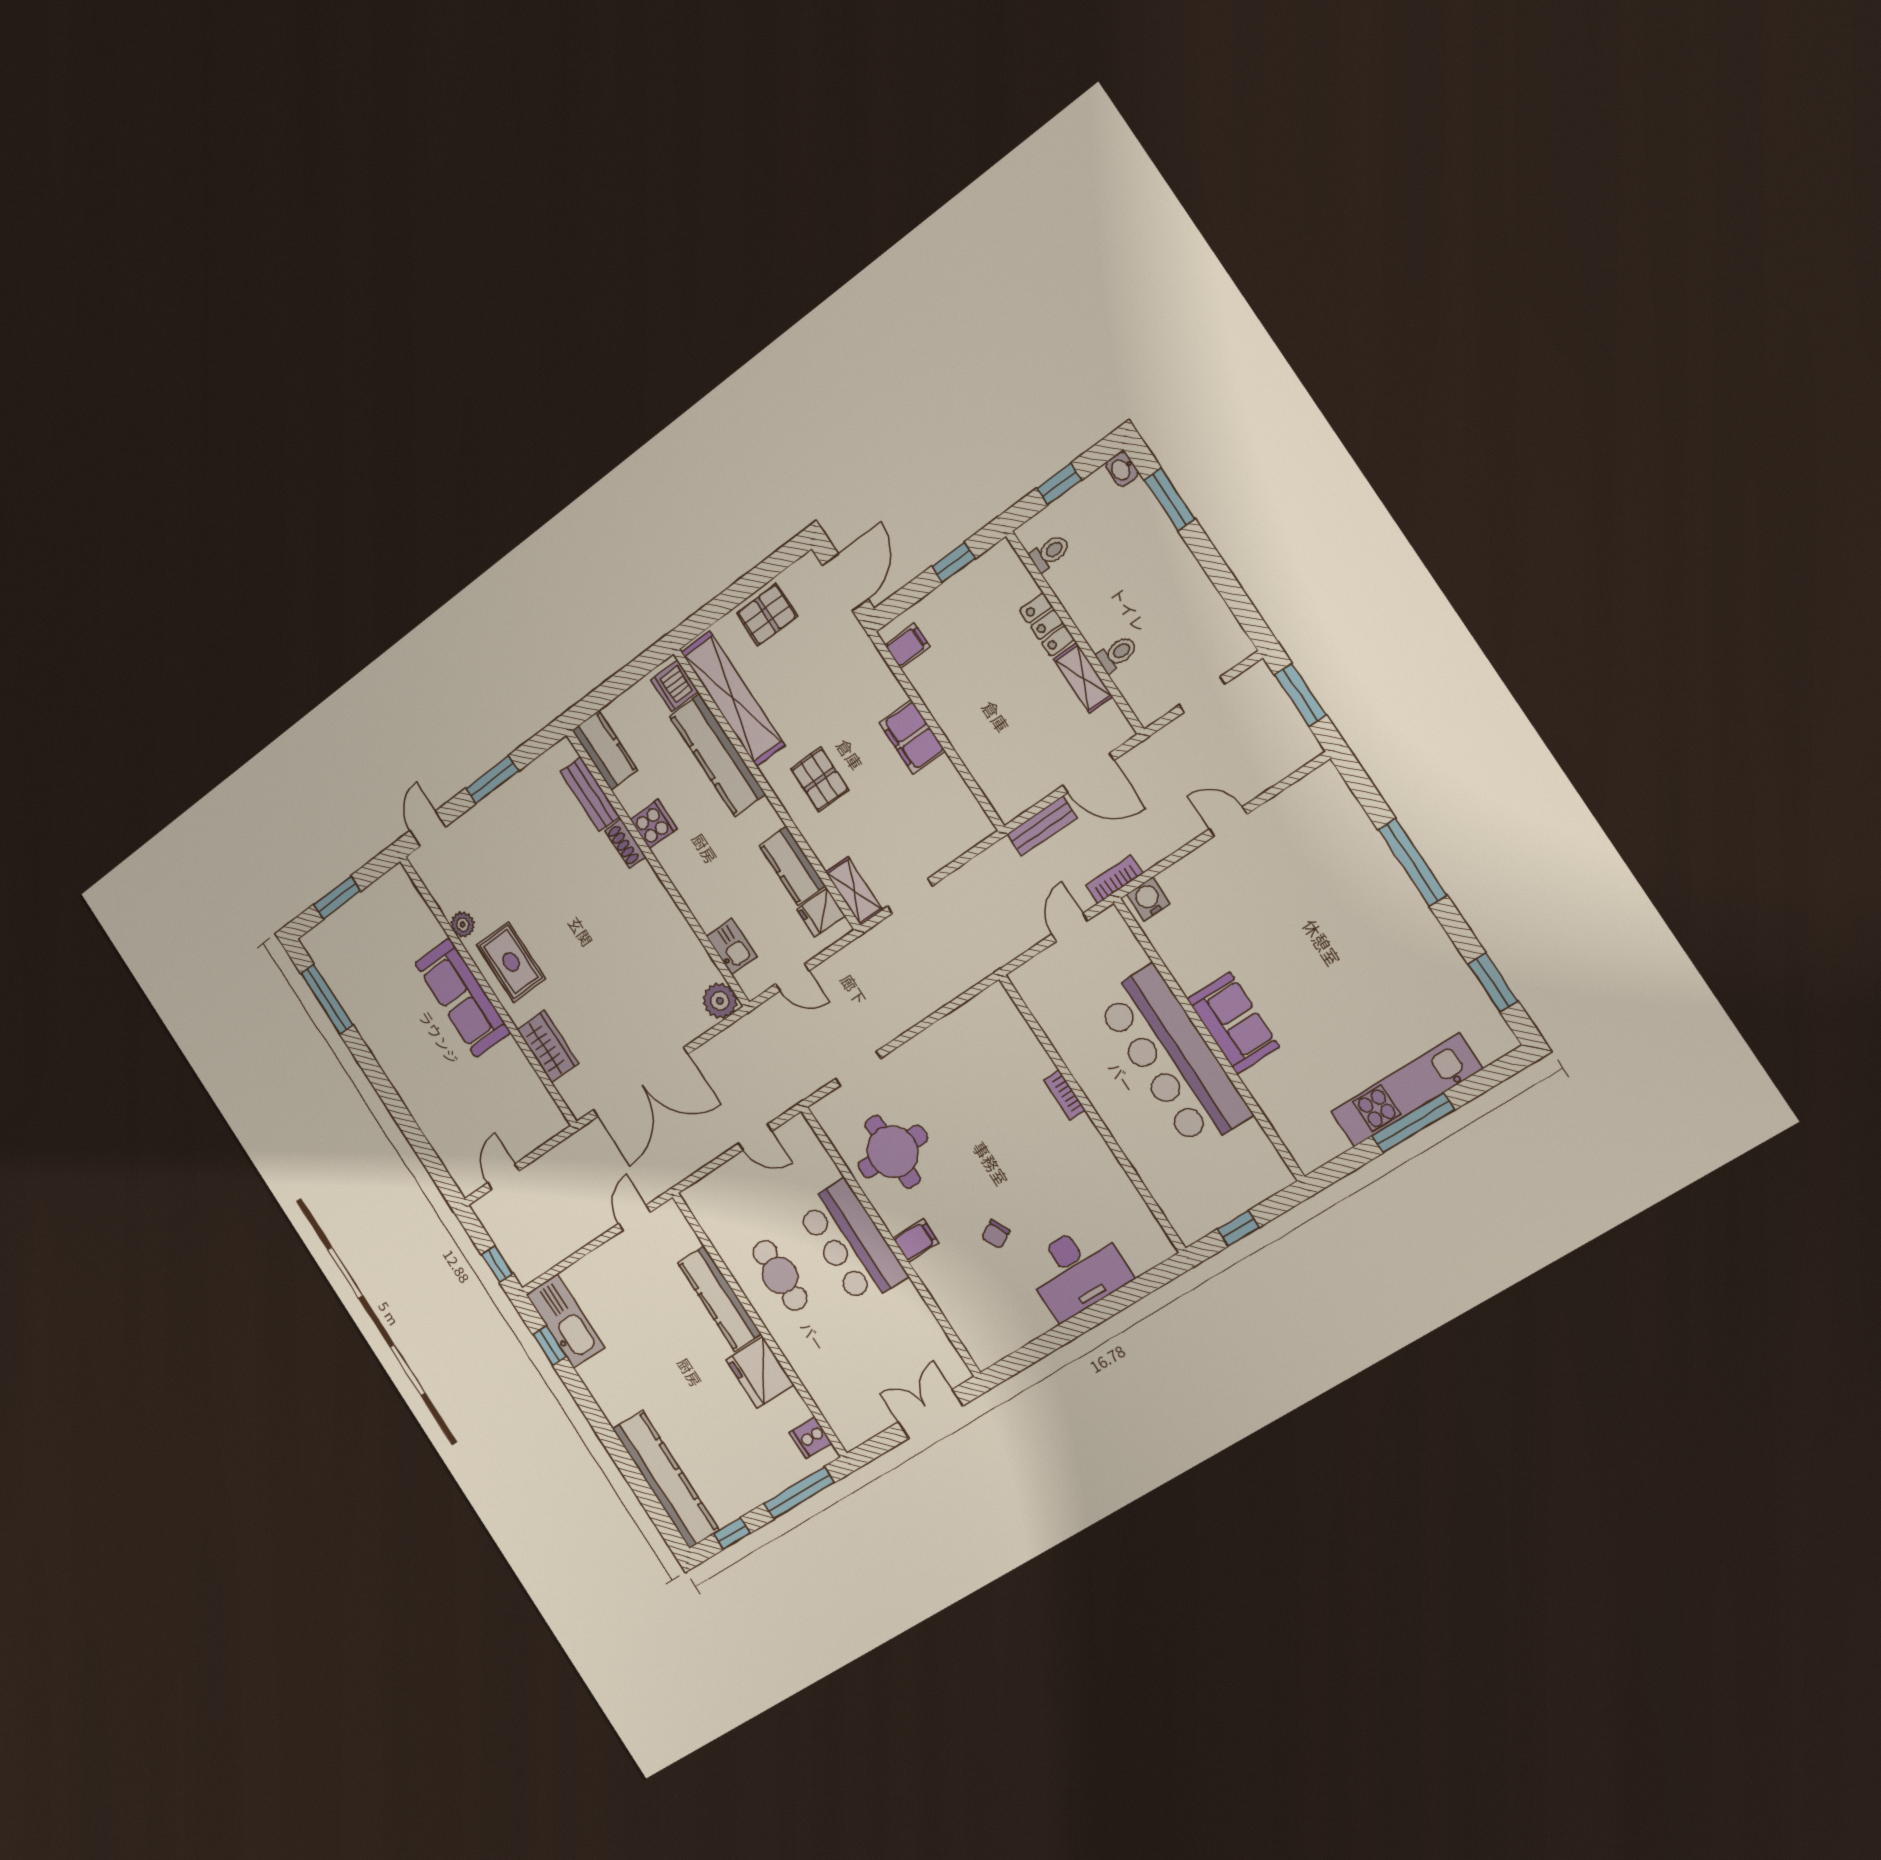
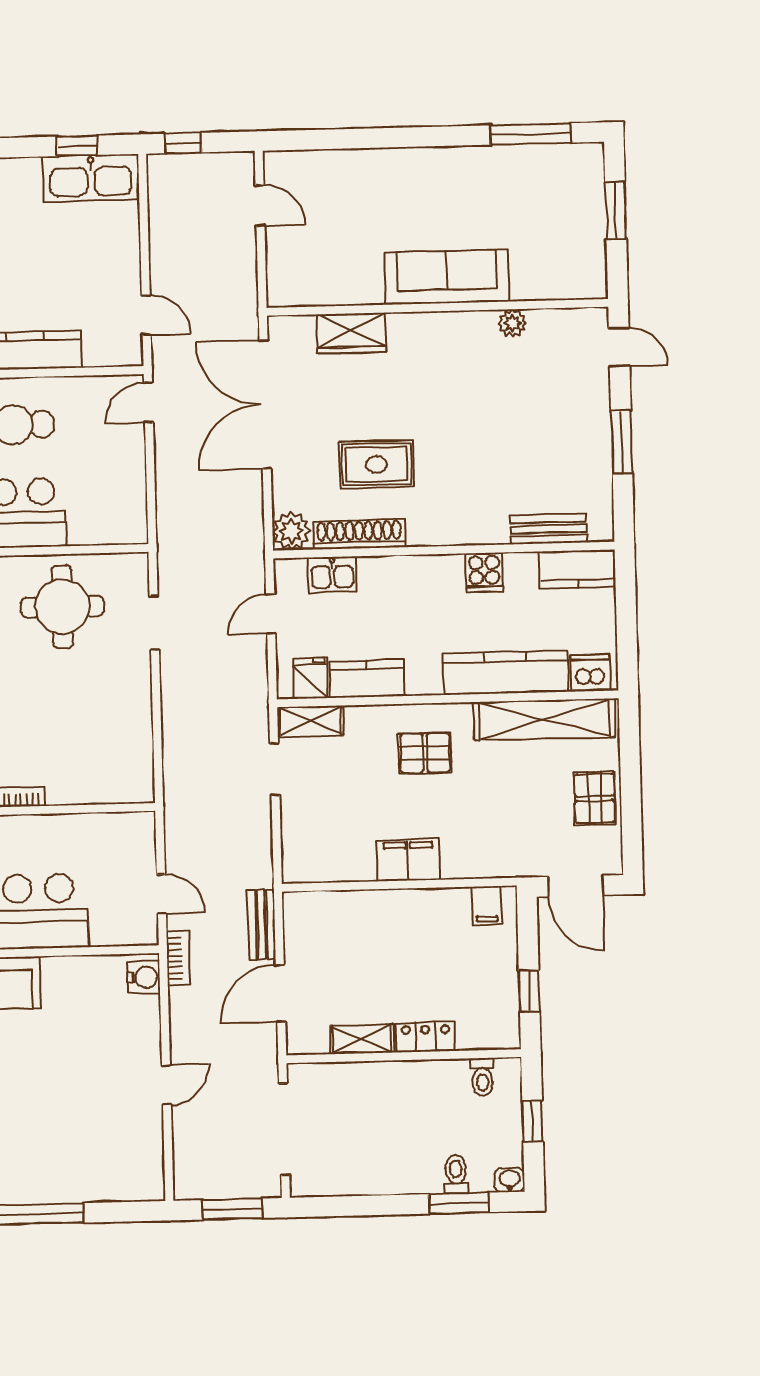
toilet: (1117, 654) -> (456, 1174), moved, turned 180
doorway: (1202, 695) -> (284, 1129), width x1.87
shoe rack: (625, 844) -> (359, 534), moved, width x1.94, depth x1.24
rug: (511, 962) -> (376, 464), moved
door: (755, 1137) -> (149, 403), moved

